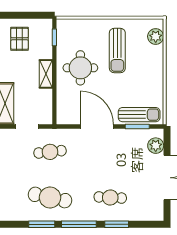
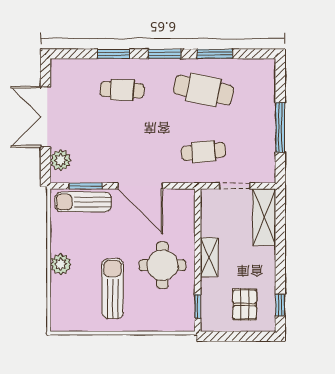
plant: (156, 36) -> (61, 264), moved
window: (79, 224) -> (165, 54), width x0.69

